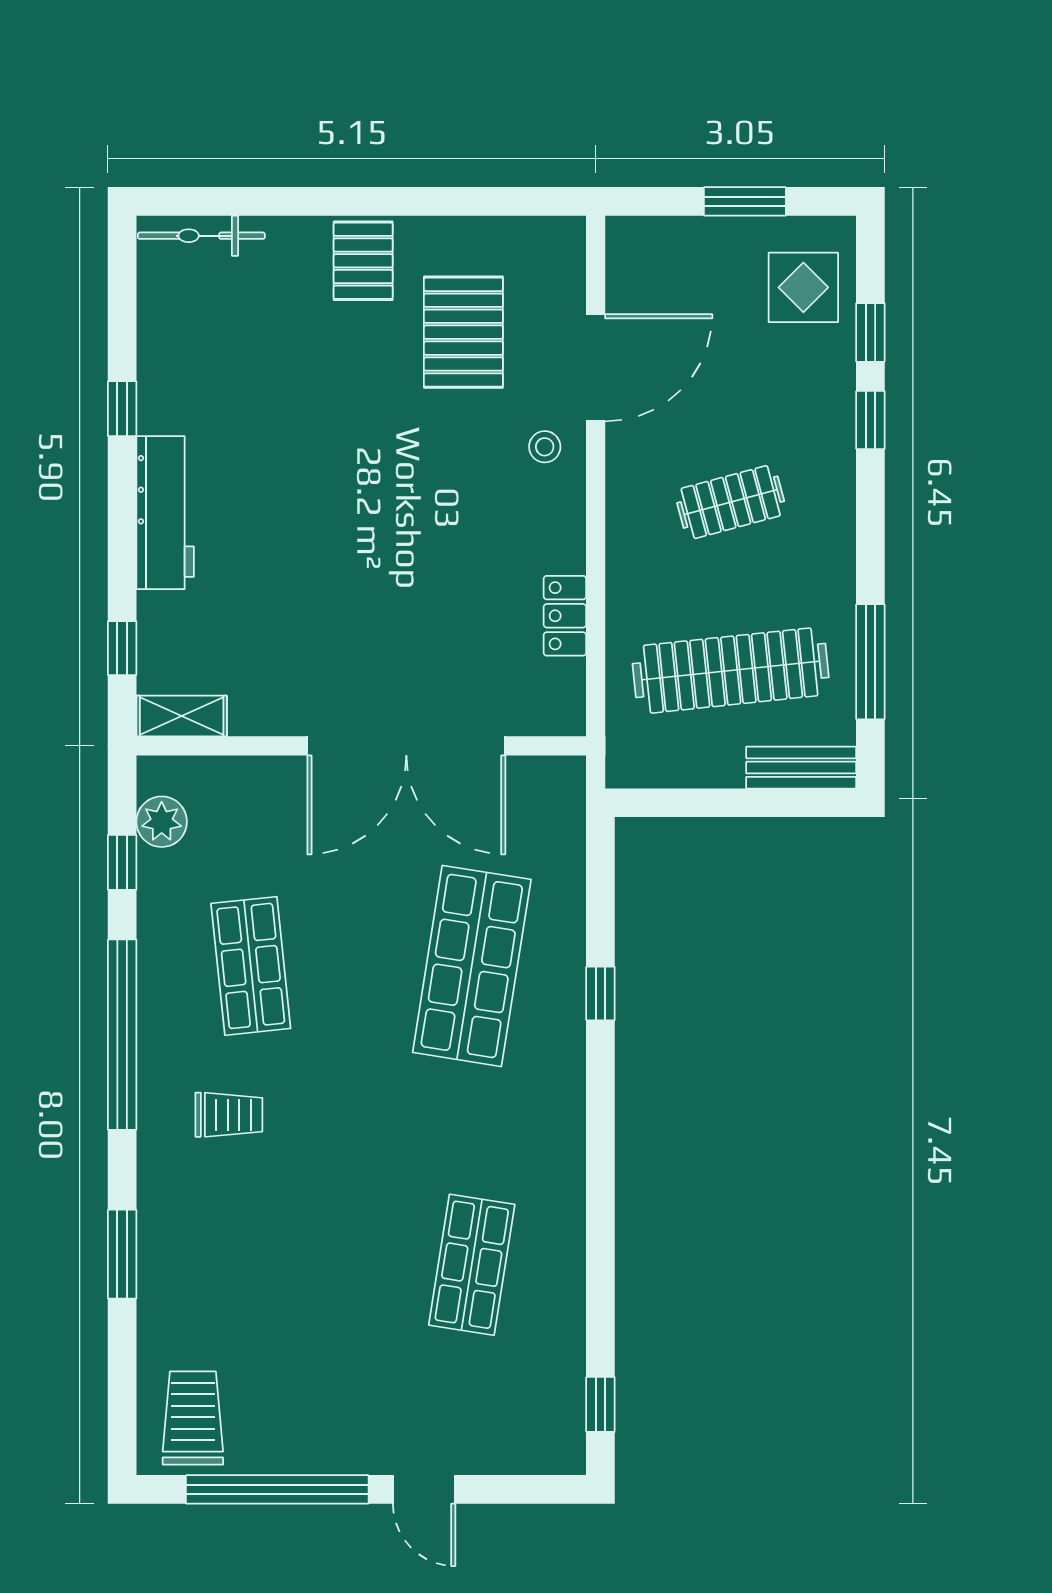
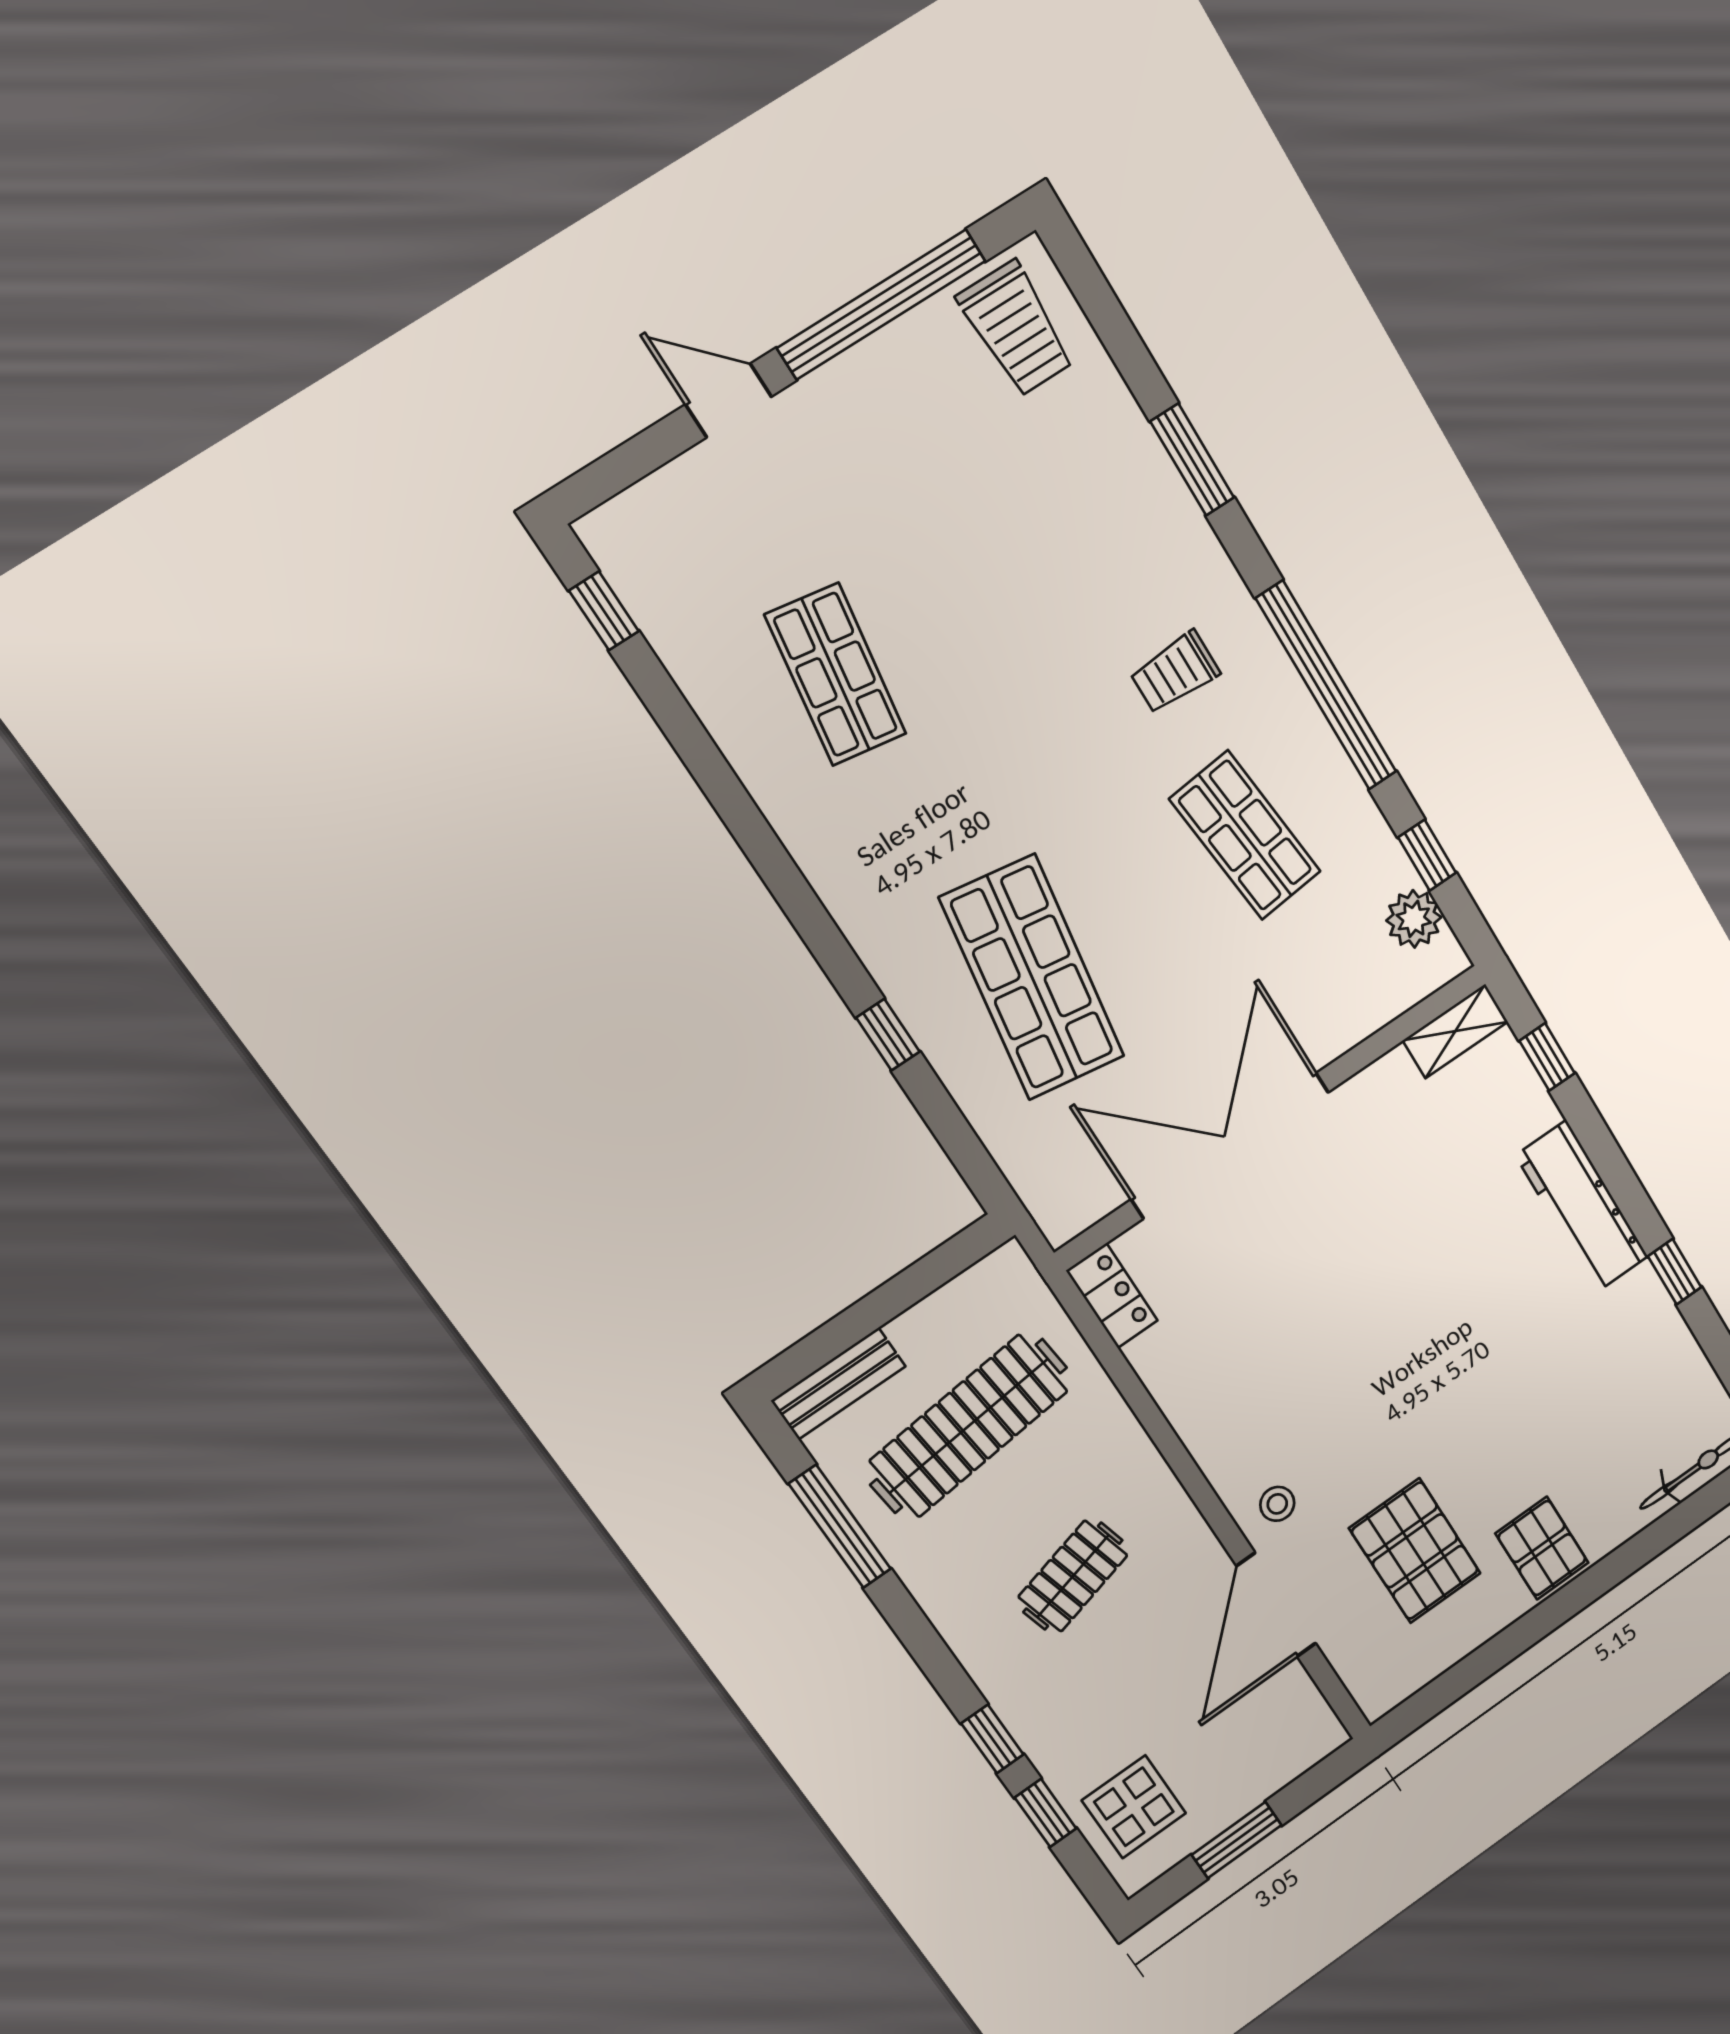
locker: (565, 616) -> (1112, 1296), moved

